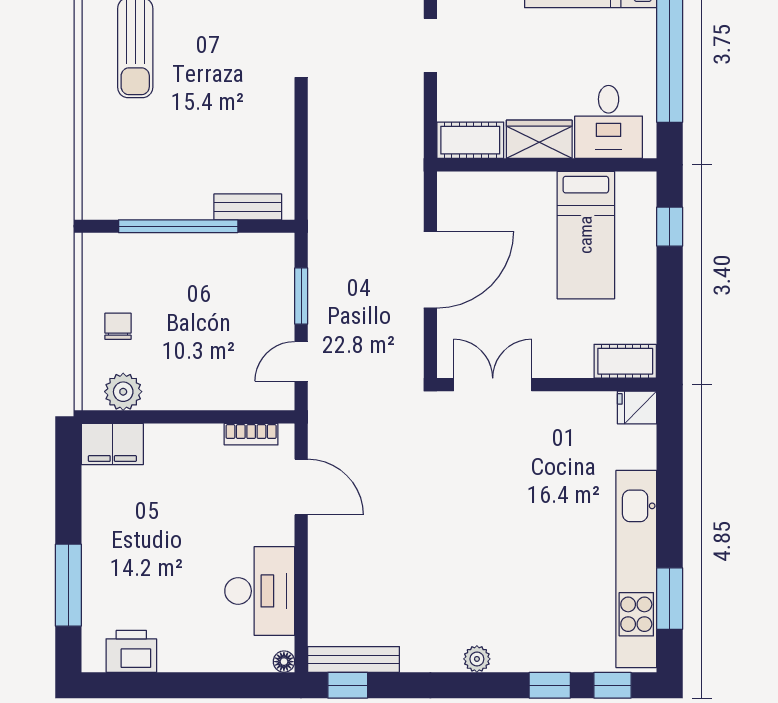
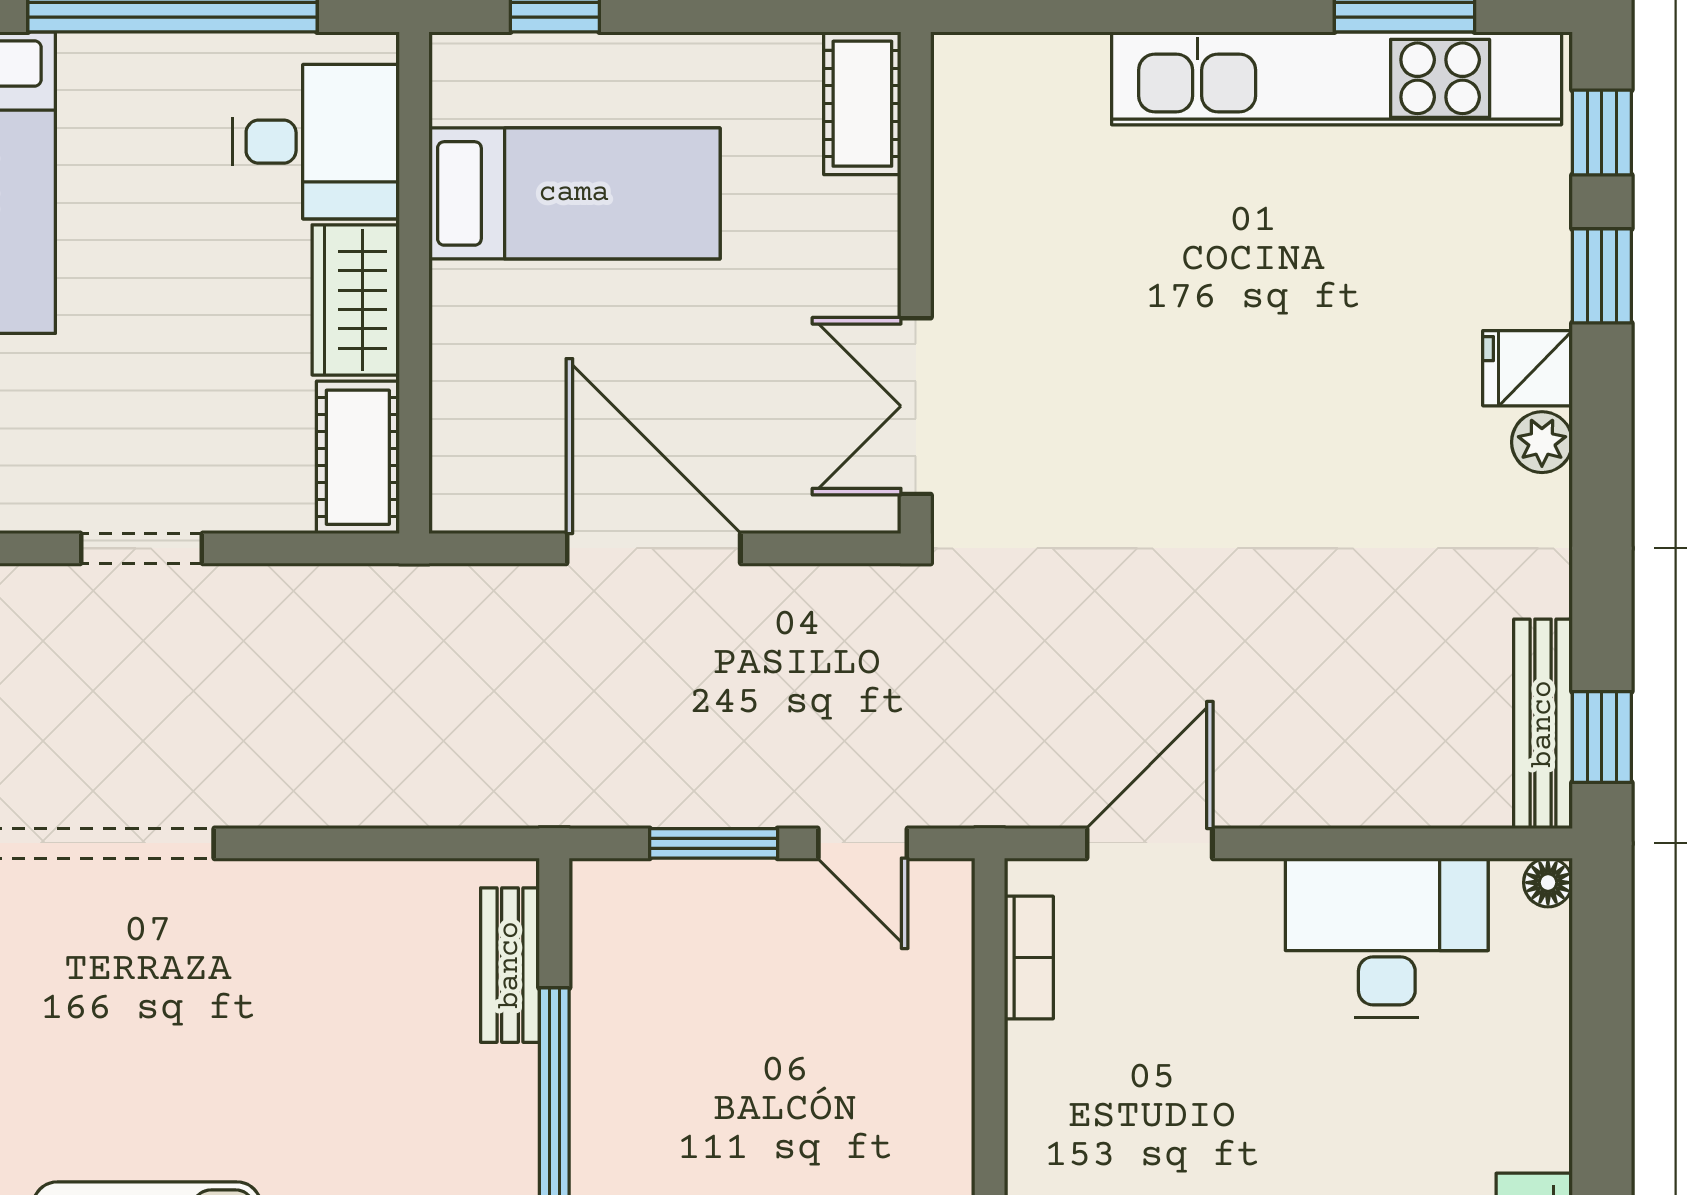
fridge: (637, 408) -> (1528, 368), moved, turned 90

